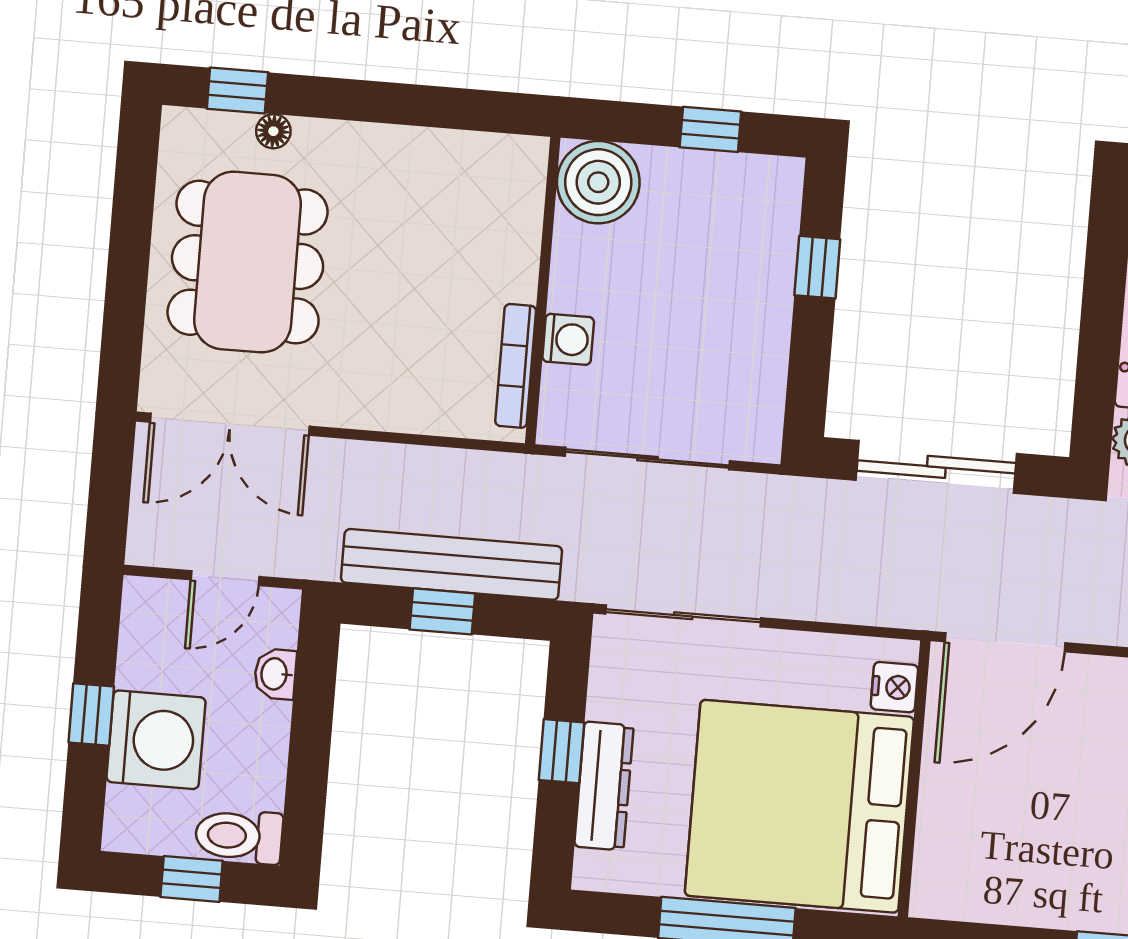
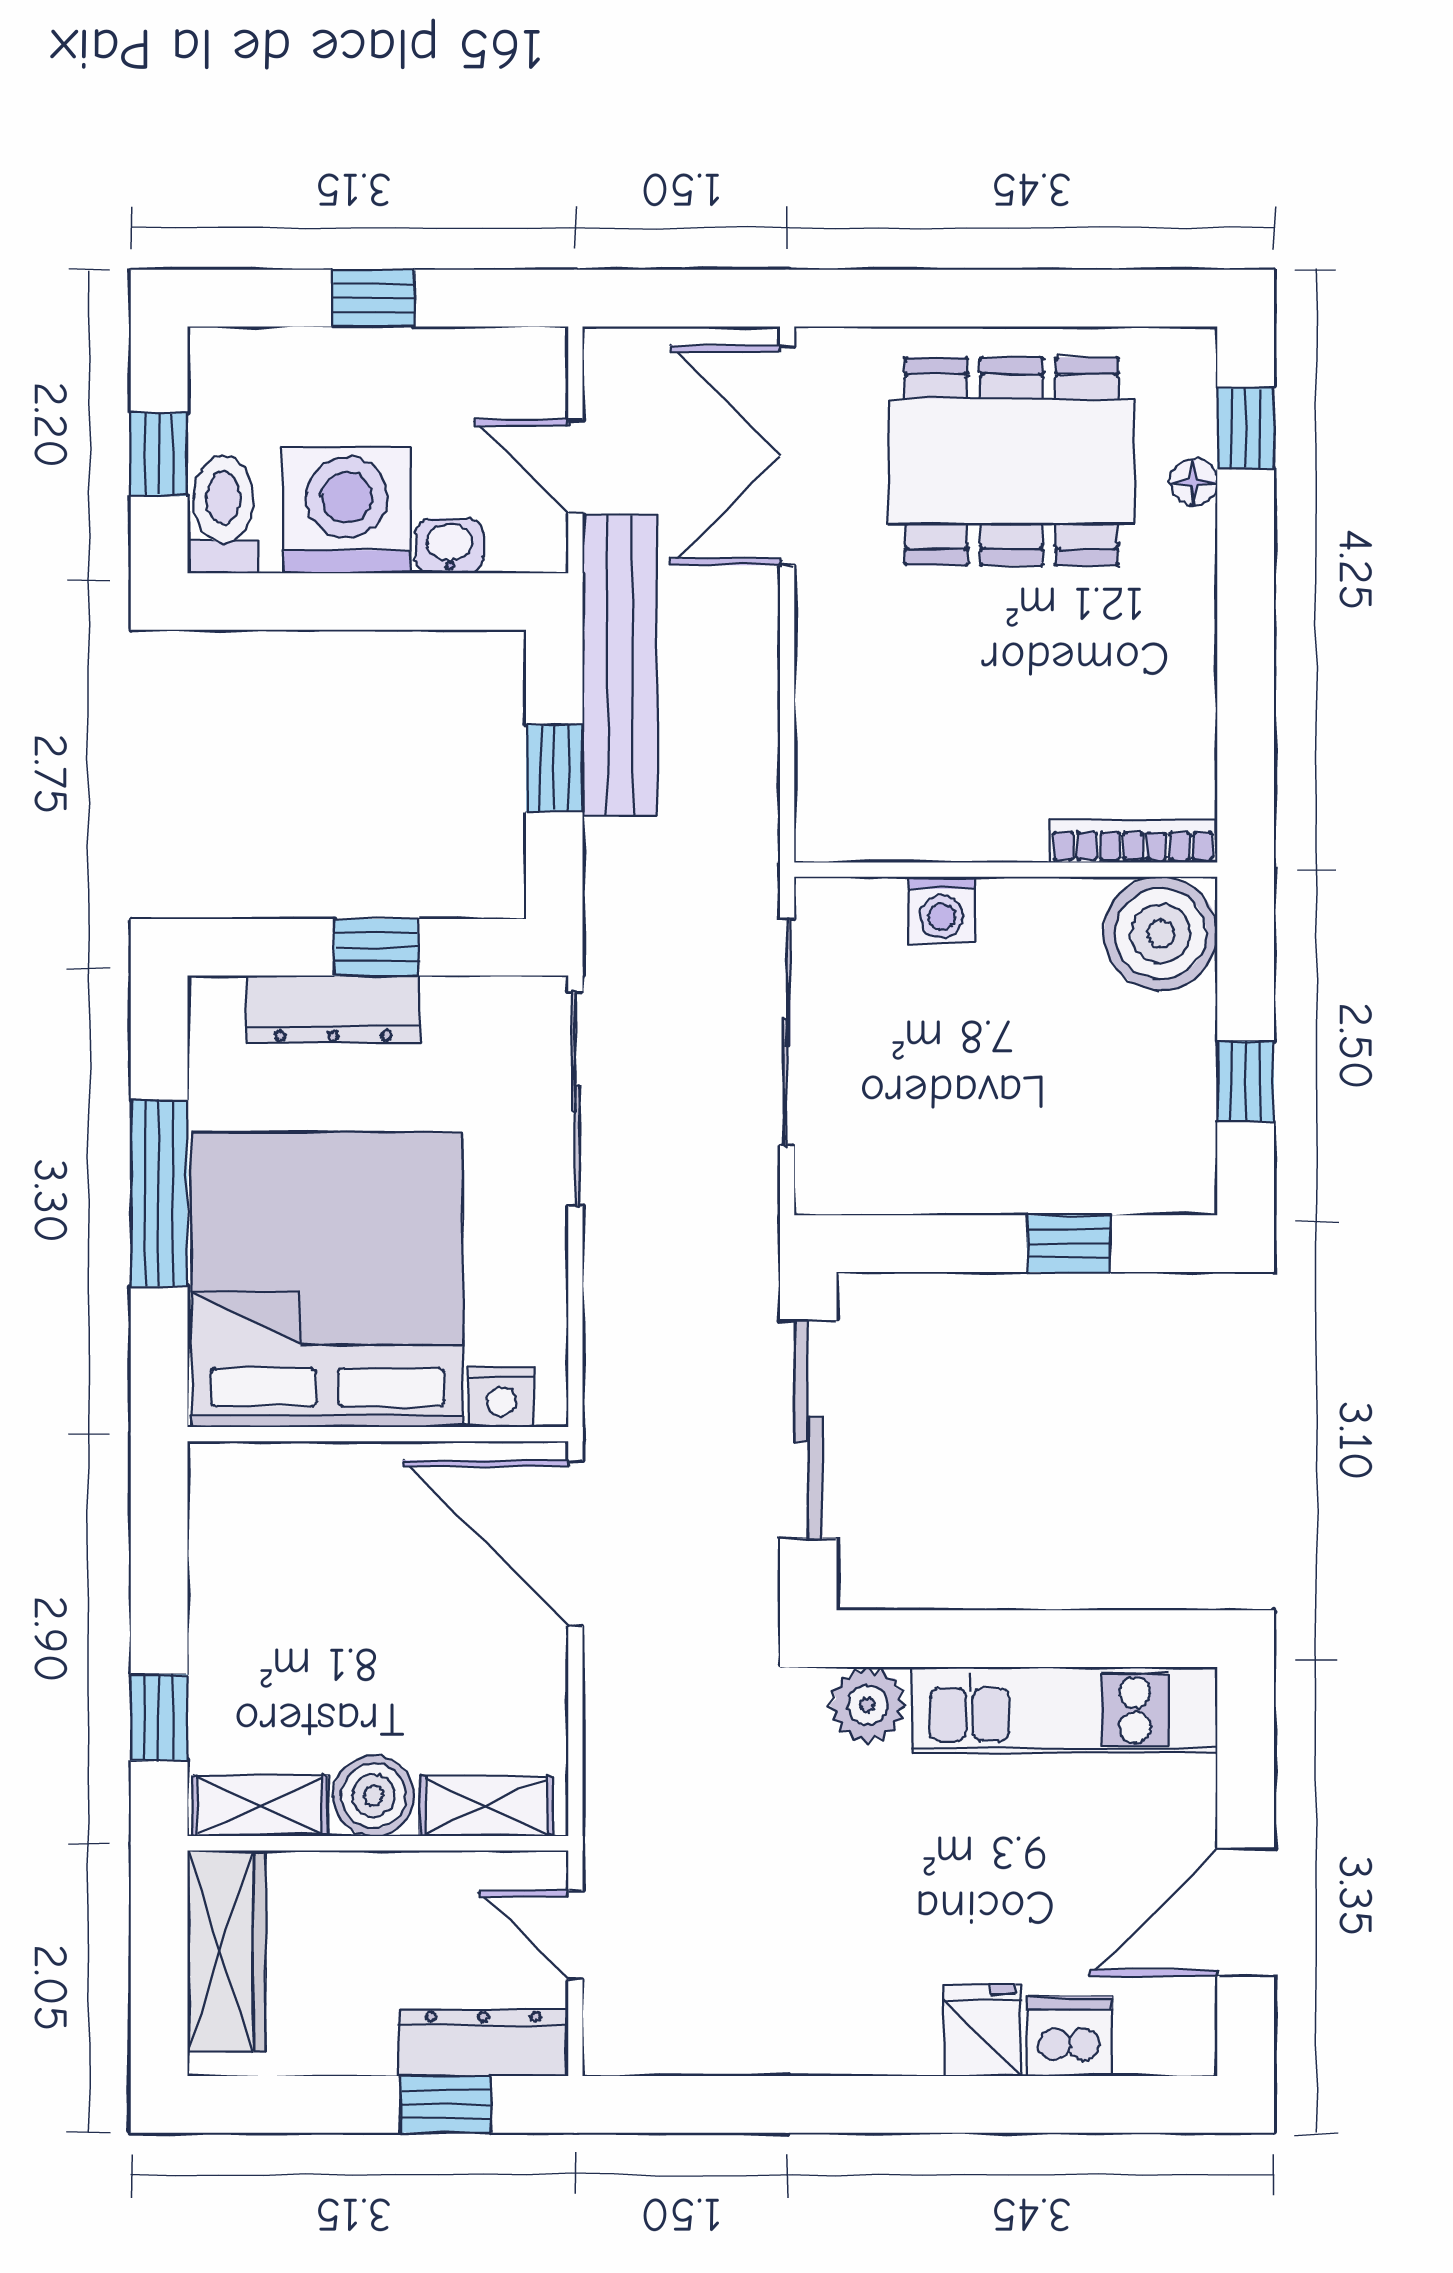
bookcase: (516, 366) -> (1133, 841), moved
bench: (451, 564) -> (620, 665), moved
washing machine: (156, 740) -> (347, 510), moved, turned 180

